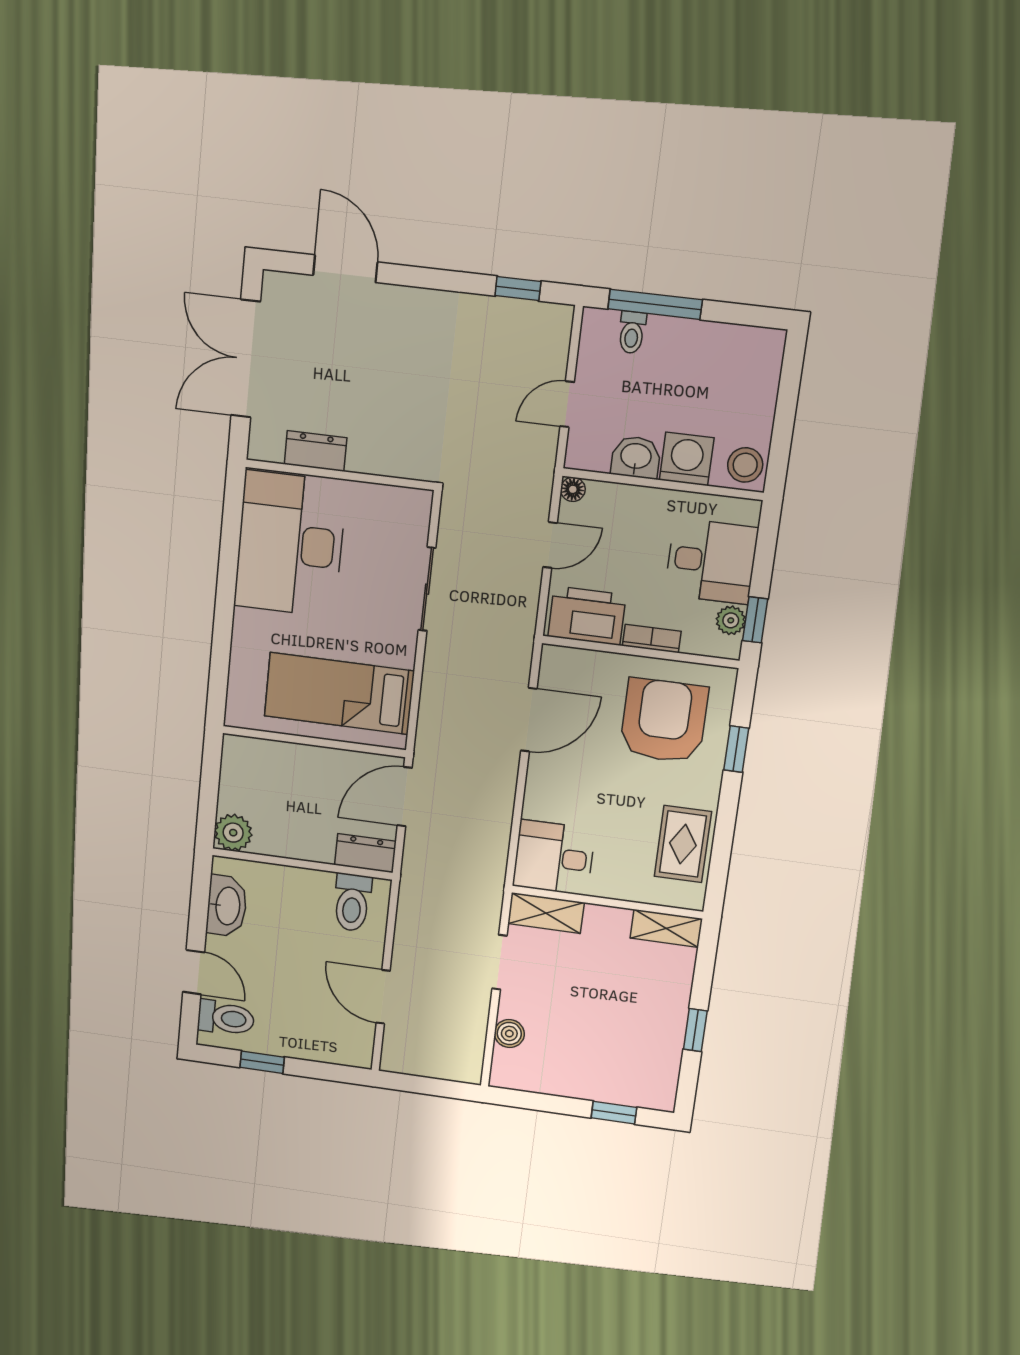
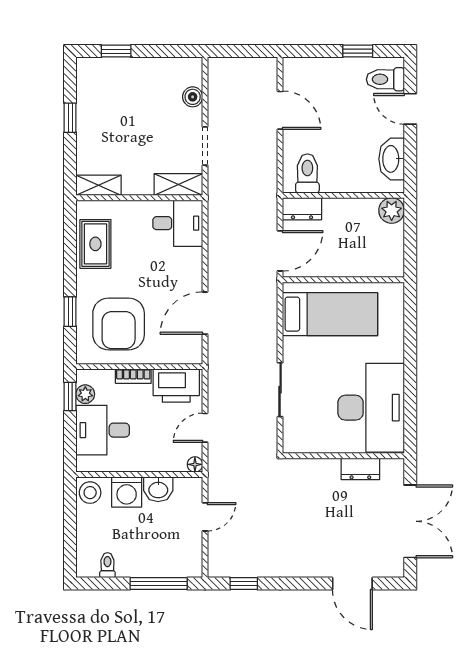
toilet: (632, 332) -> (107, 565), moved

